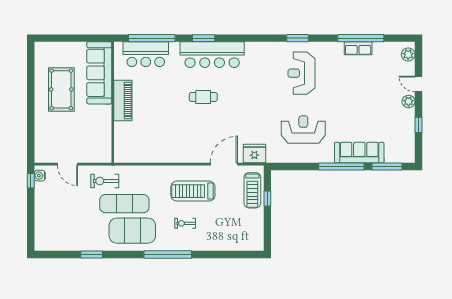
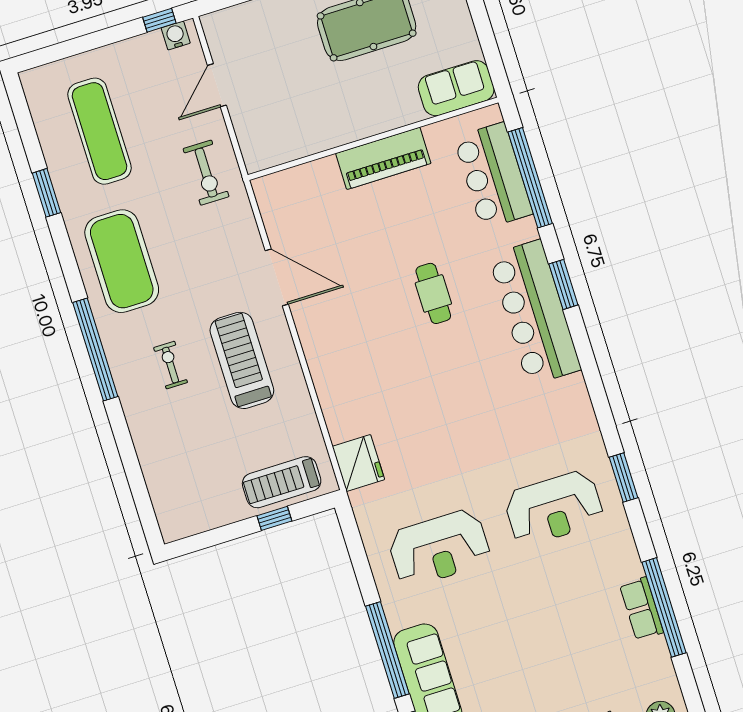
sofa: (99, 73) -> (456, 88), width x0.54, depth x0.79
reception desk: (301, 73) -> (554, 508), turned 180
cafe table: (203, 97) -> (433, 293), moved
reception desk: (303, 130) -> (439, 548), turned 90
door: (224, 164) -> (277, 277), moved
exercise bike: (105, 181) -> (206, 173), turned 180
exercise mat: (124, 204) -> (99, 131), moved

